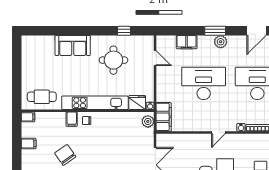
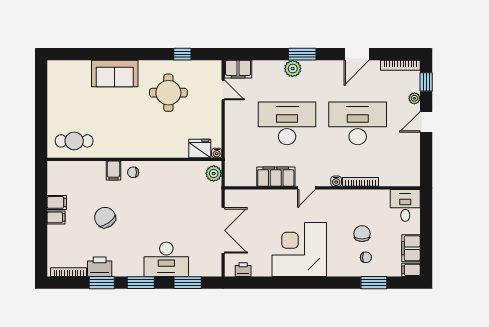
filing cabinet: (187, 42) -> (238, 69), moved
plant: (221, 42) -> (293, 69), moved
kitchen unit: (95, 103) -> (144, 149), removed
filing cabinet: (28, 117) -> (56, 217), moved
filing cabinet: (164, 117) -> (276, 177), moved, turned -90

